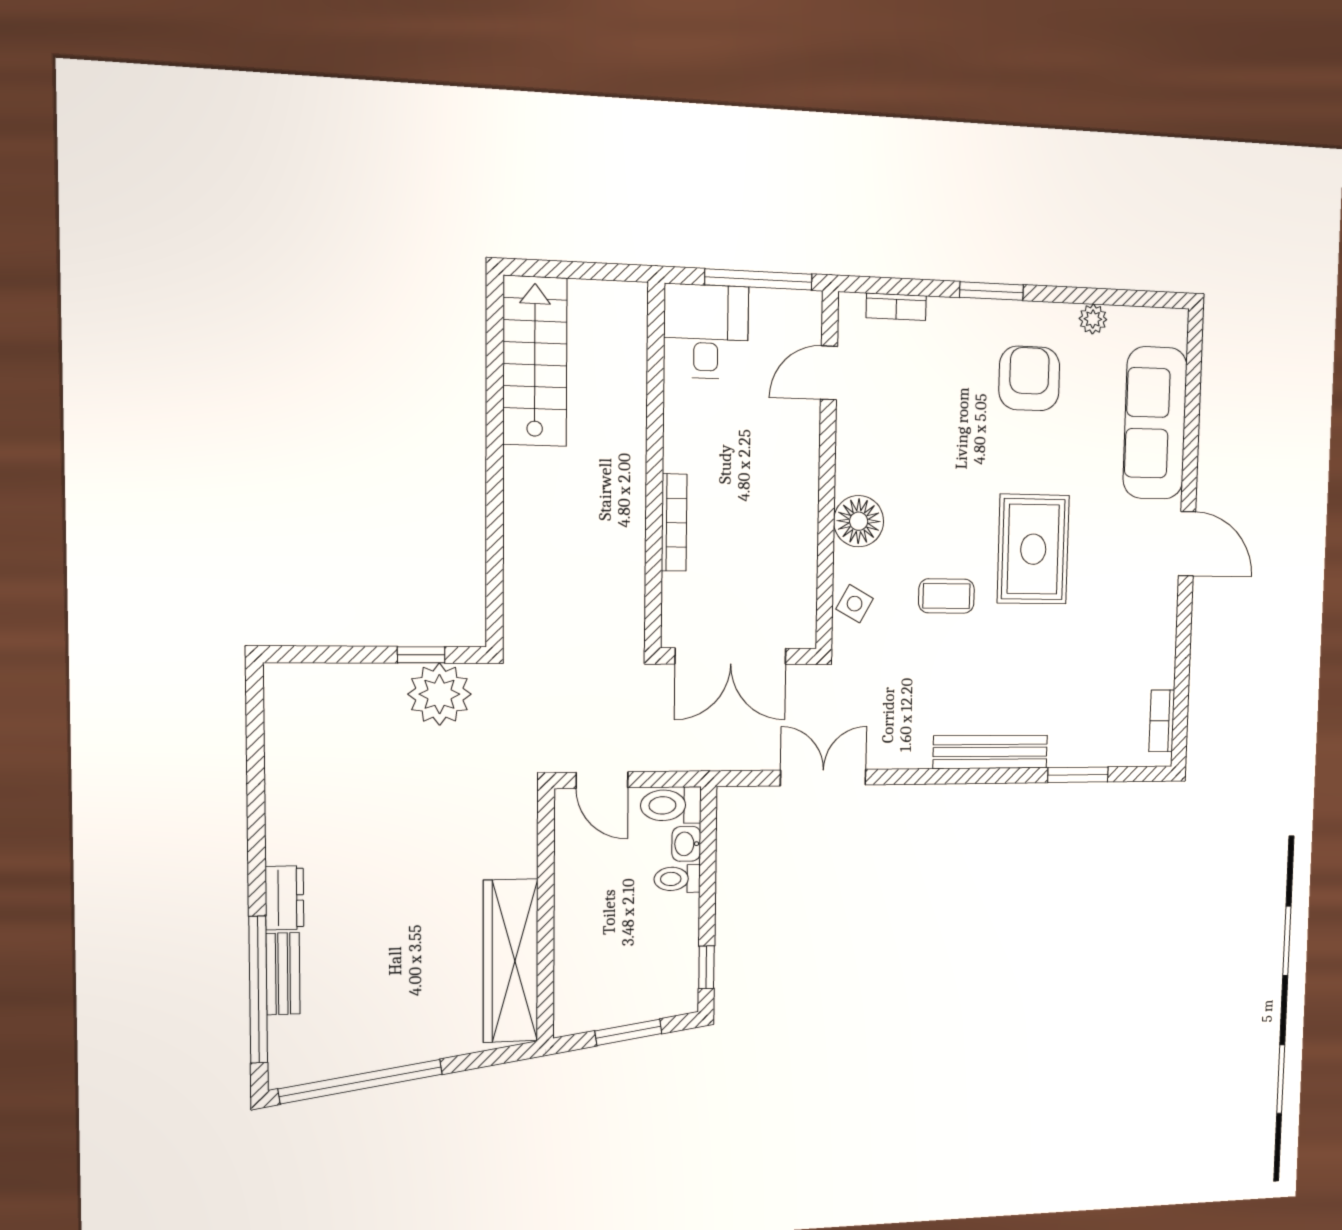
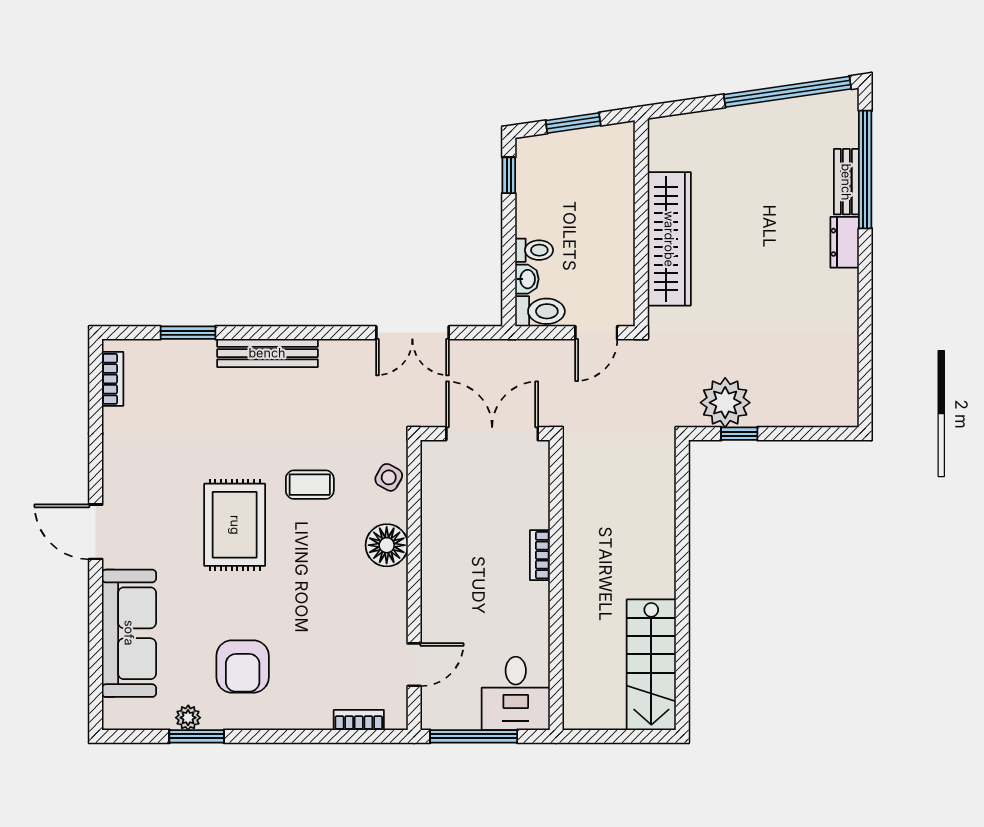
window: (991, 291) -> (197, 736), moved
bookcase: (674, 523) -> (540, 555), width x0.64
door: (602, 780) -> (596, 333), swing flipped
wardrobe: (511, 961) -> (669, 239), moved

